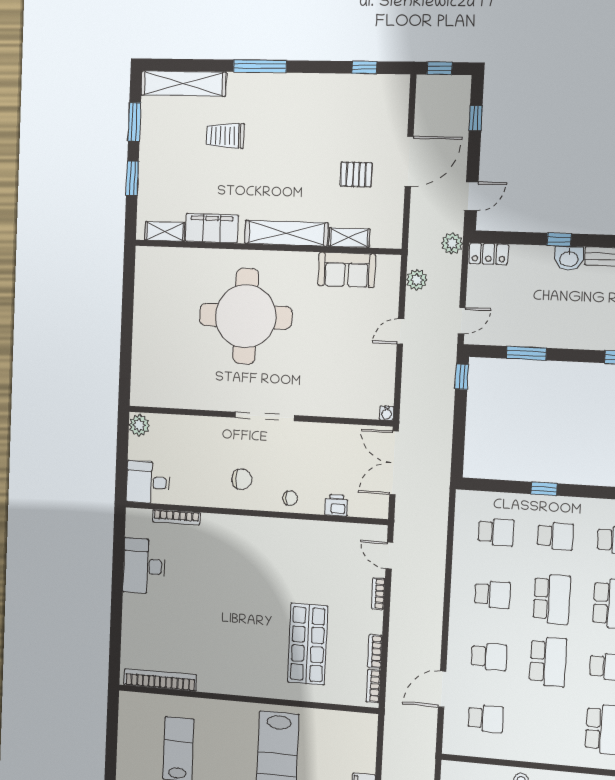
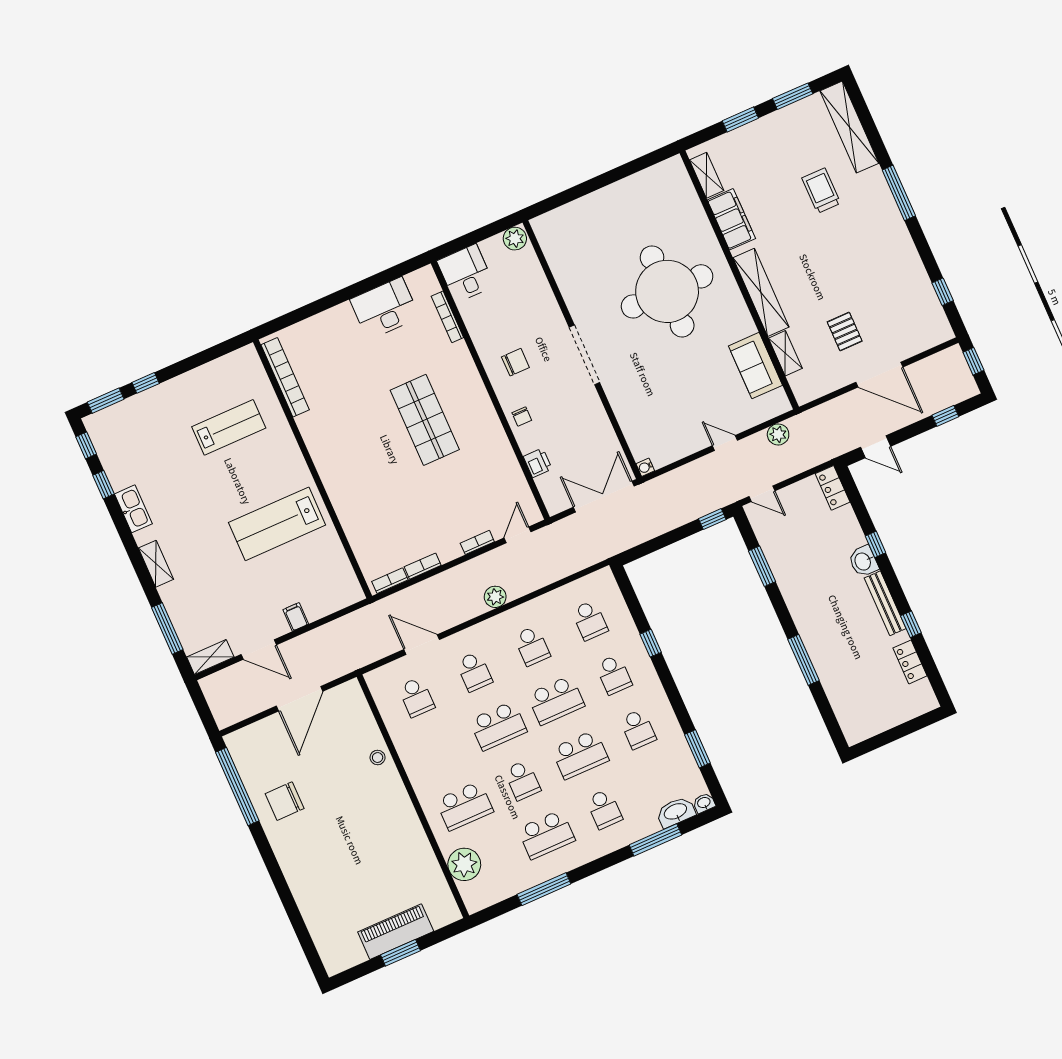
plant: (452, 243) -> (495, 597), moved
chair: (242, 479) -> (515, 362), turned -90
shop shelf: (308, 644) -> (425, 420), moved, turned 90

